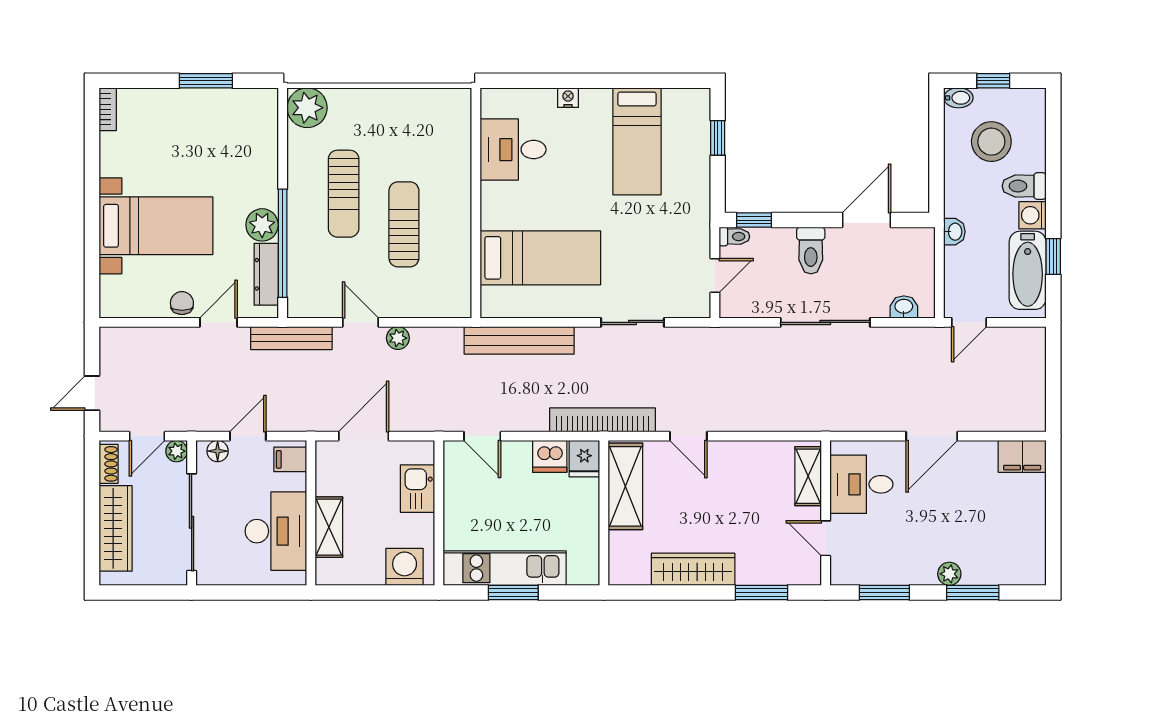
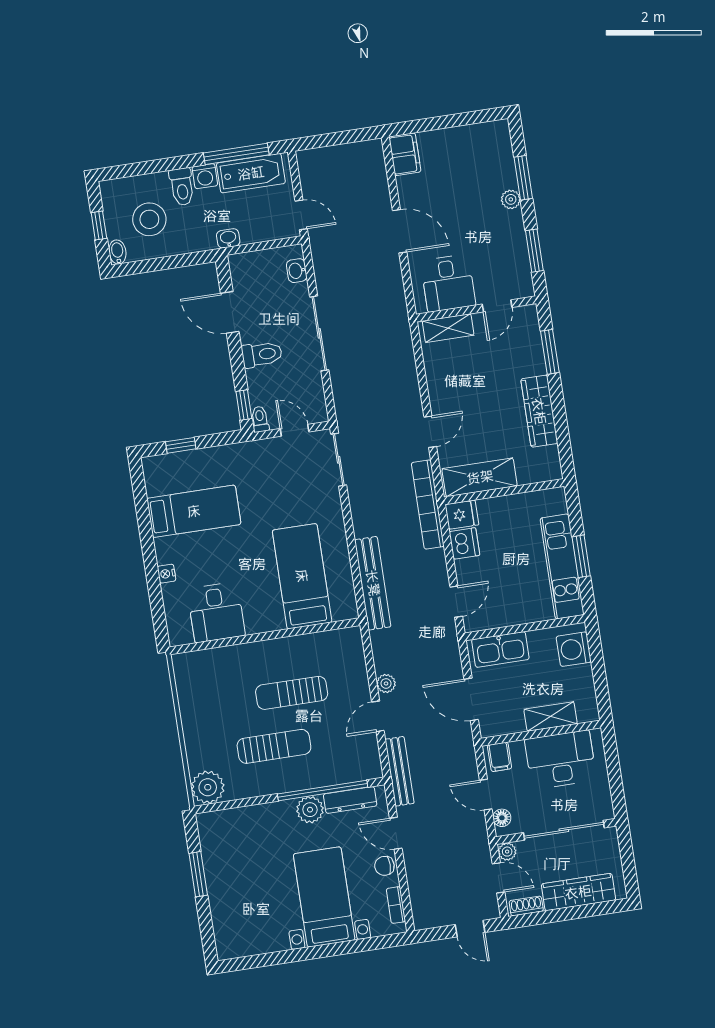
bookcase: (108, 109) -> (396, 905), moved, turned -90
window: (1053, 257) -> (236, 154), width x2.17
sliding door: (633, 322) -> (339, 460), moved
kitchen sink: (418, 489) -> (500, 649), width x1.38

